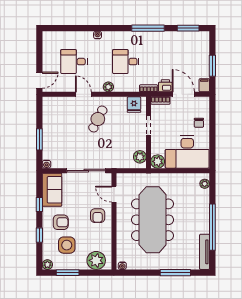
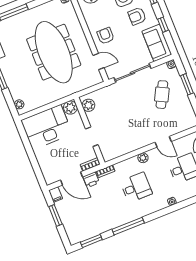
fridge: (134, 105) -> (113, 151), removed
cafe table: (98, 119) -> (162, 95), moved
chair: (199, 123) -> (47, 158), removed

